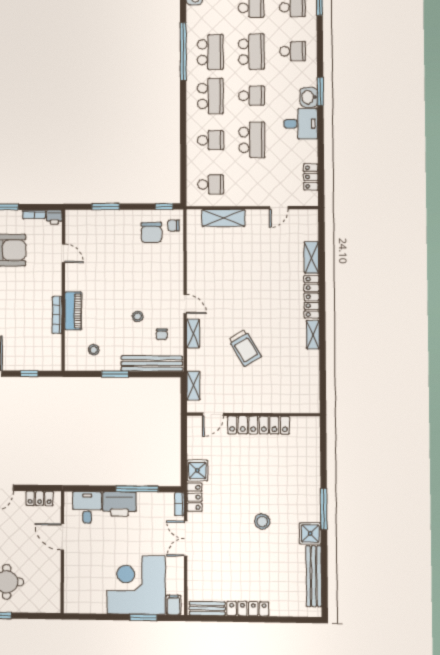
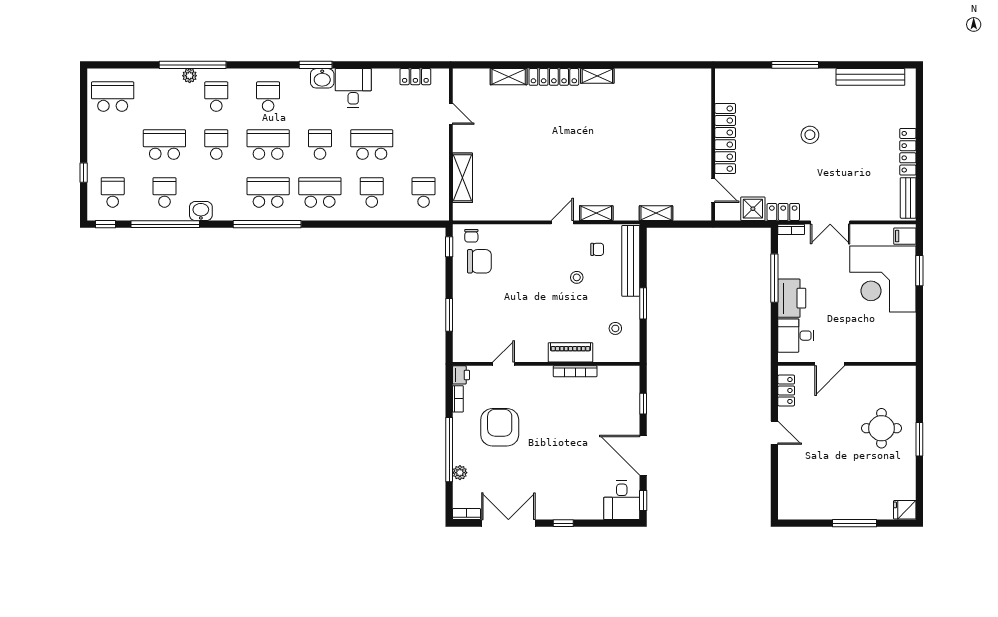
trolley: (245, 348) -> (613, 154), removed
door: (213, 414) -> (713, 191), moved
wall: (253, 414) -> (713, 145), moved
locker: (258, 425) -> (725, 139), moved
shower: (310, 533) -> (823, 81), removed

